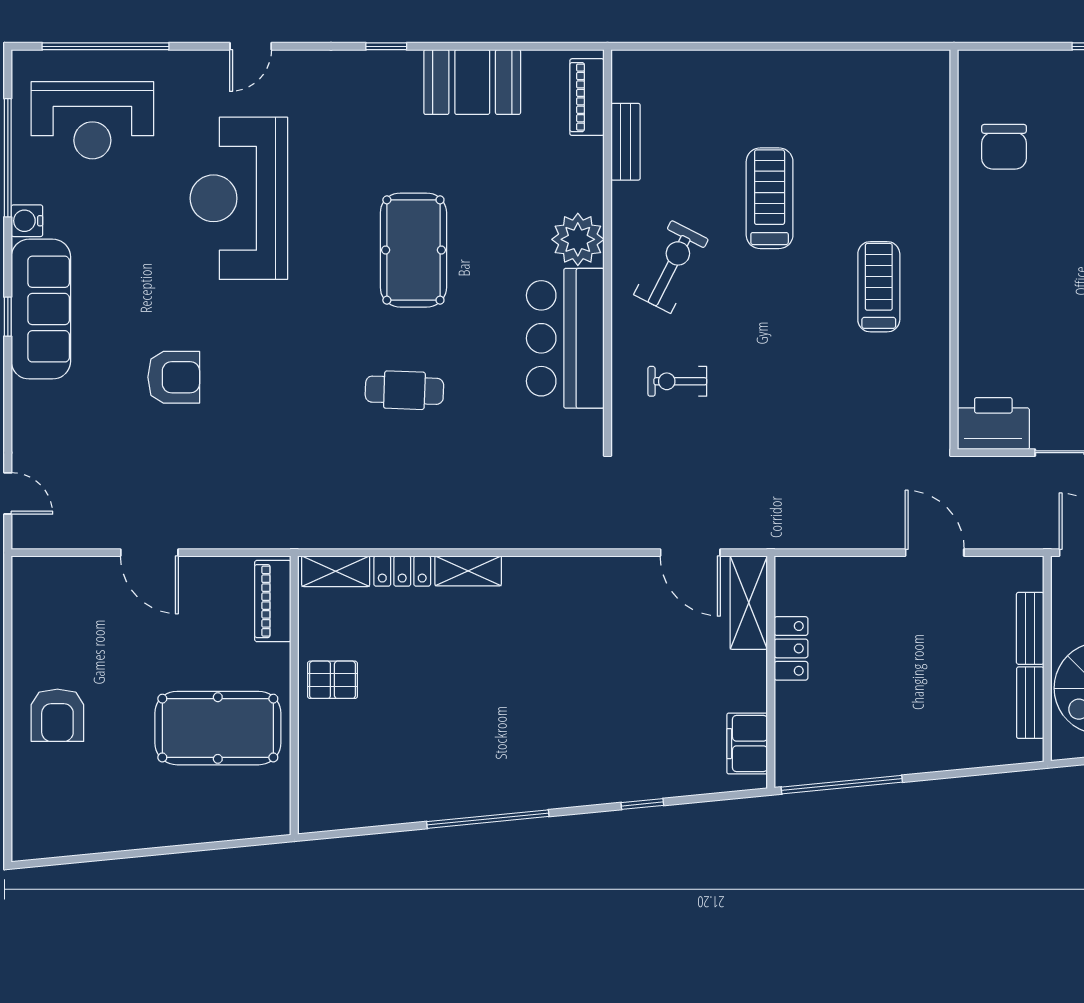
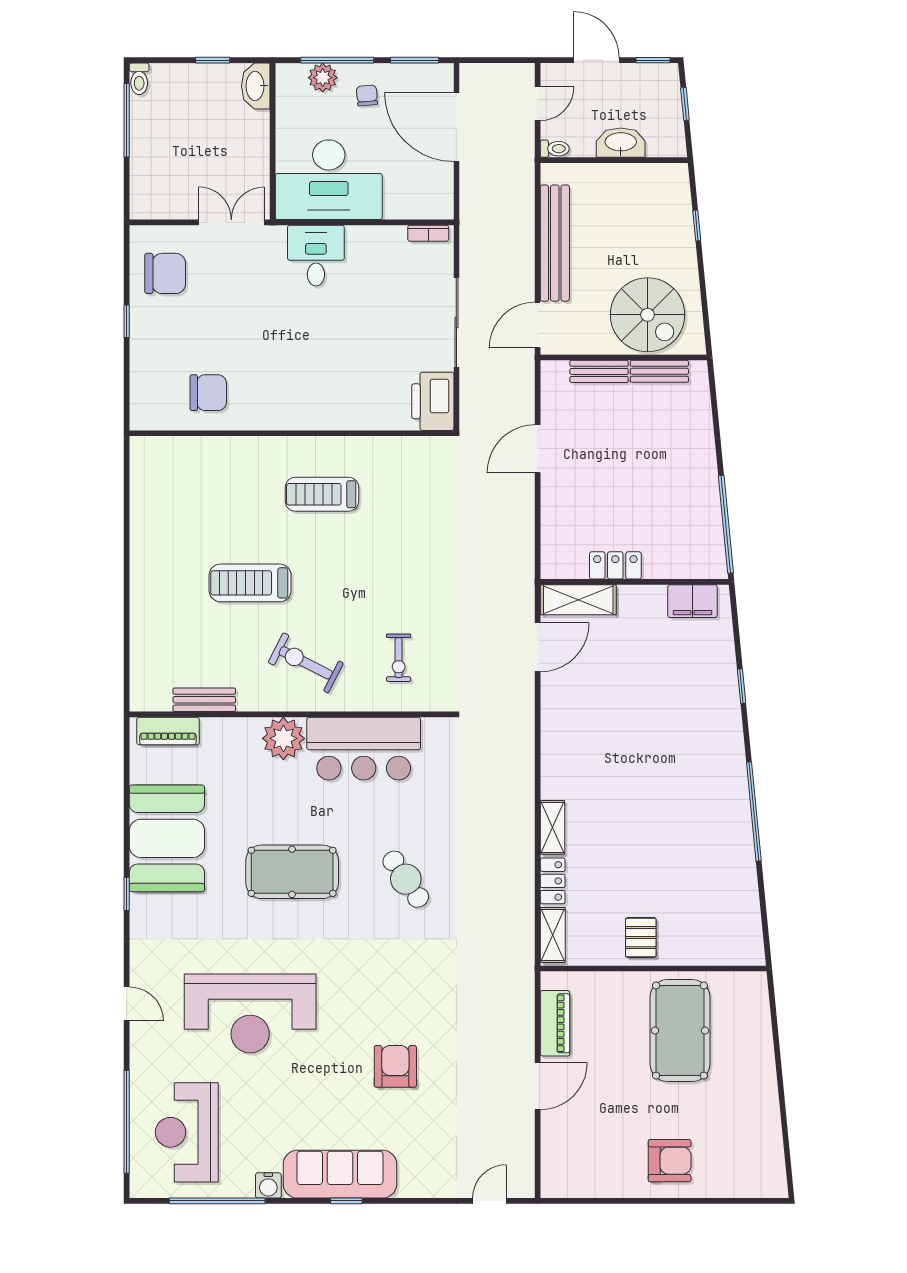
booth: (472, 82) -> (167, 838), width x1.36, depth x1.42
reception desk: (92, 120) -> (187, 1132), turned 180
cafe table: (404, 390) -> (406, 879), turned -36
piano: (273, 601) -> (555, 1023), moved, turned -90

